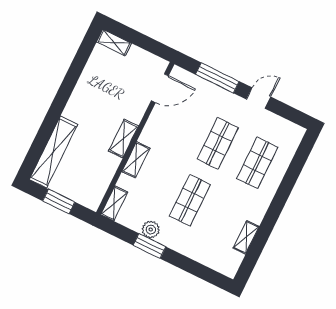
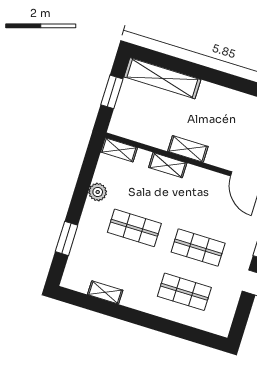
window: (150, 246) -> (67, 238), moved

